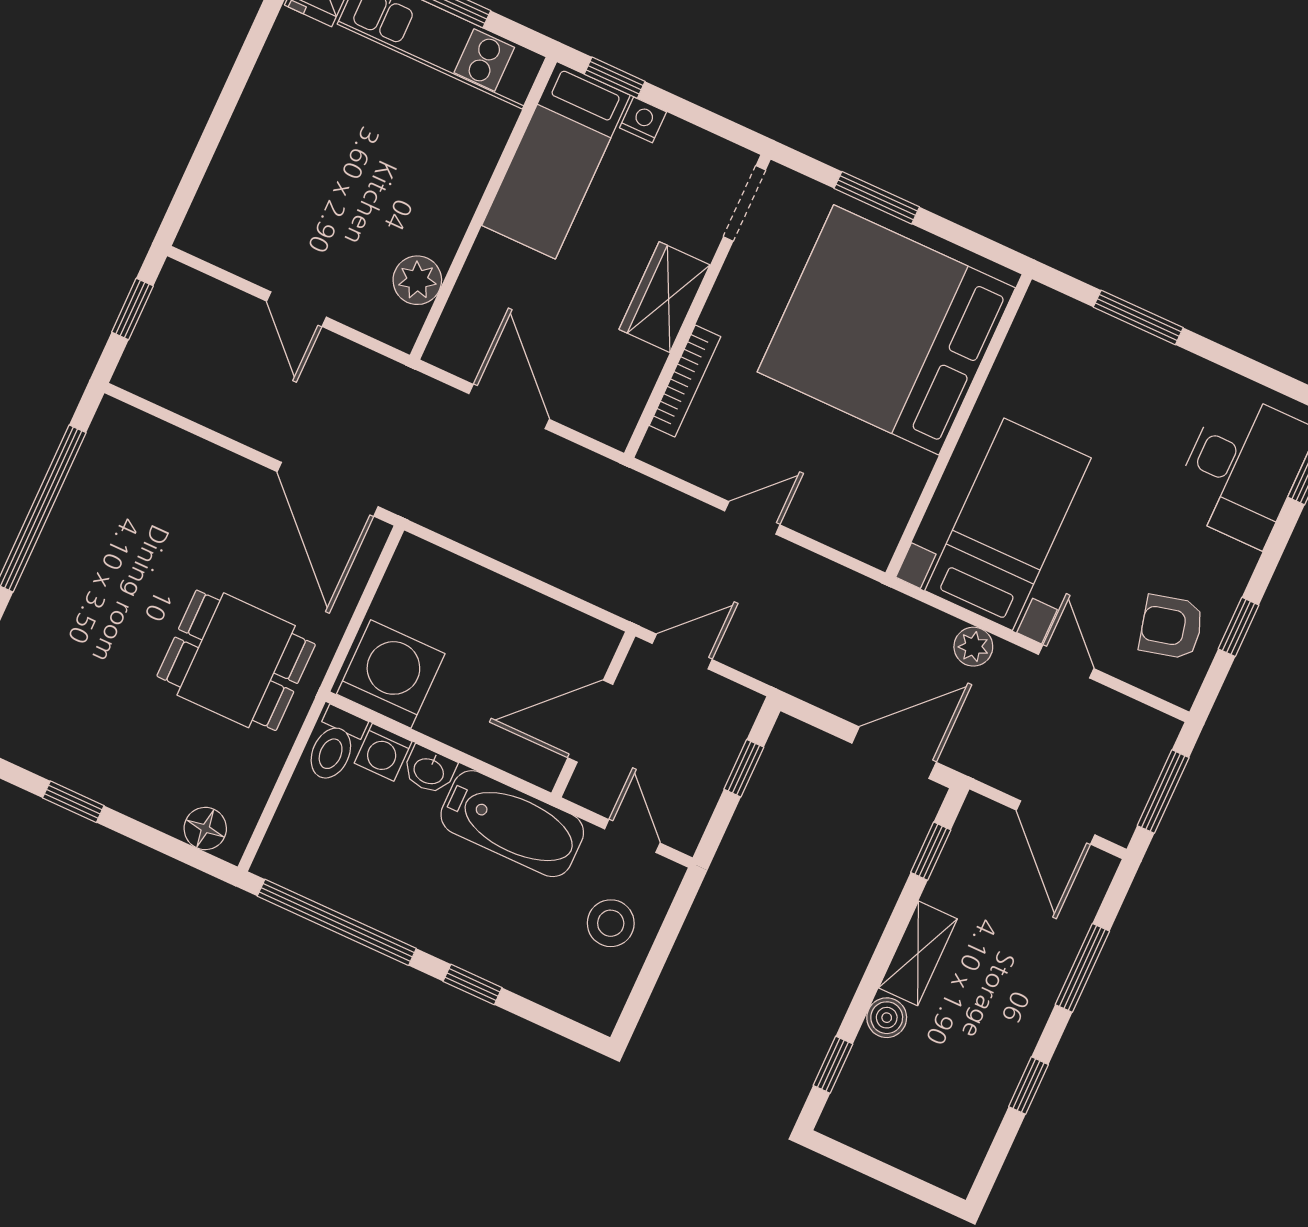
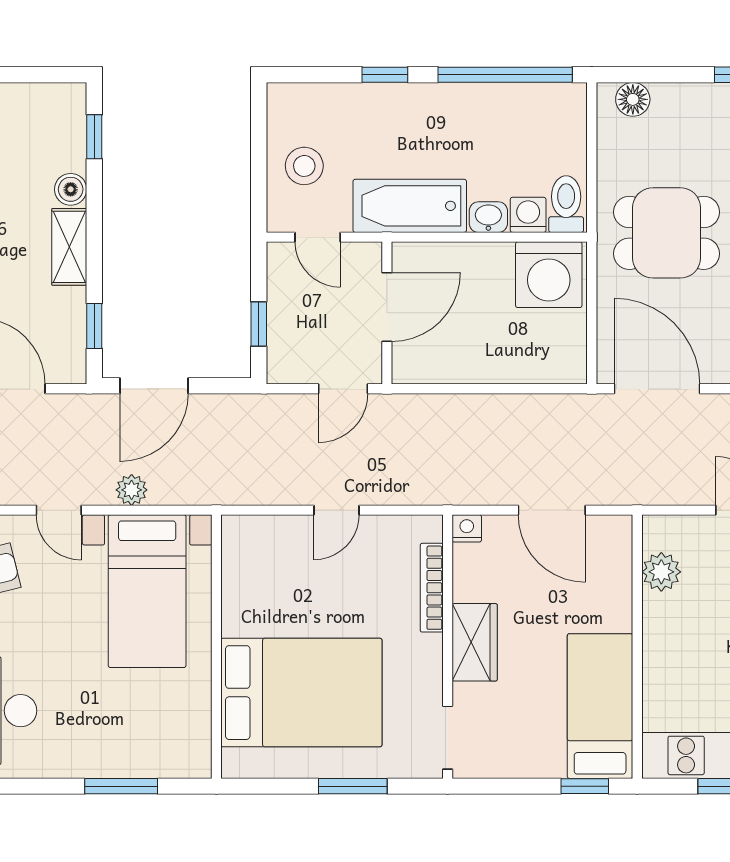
nightstand: (643, 120) -> (467, 528), moved, turned 180
bed: (886, 330) -> (301, 693), width x0.73

